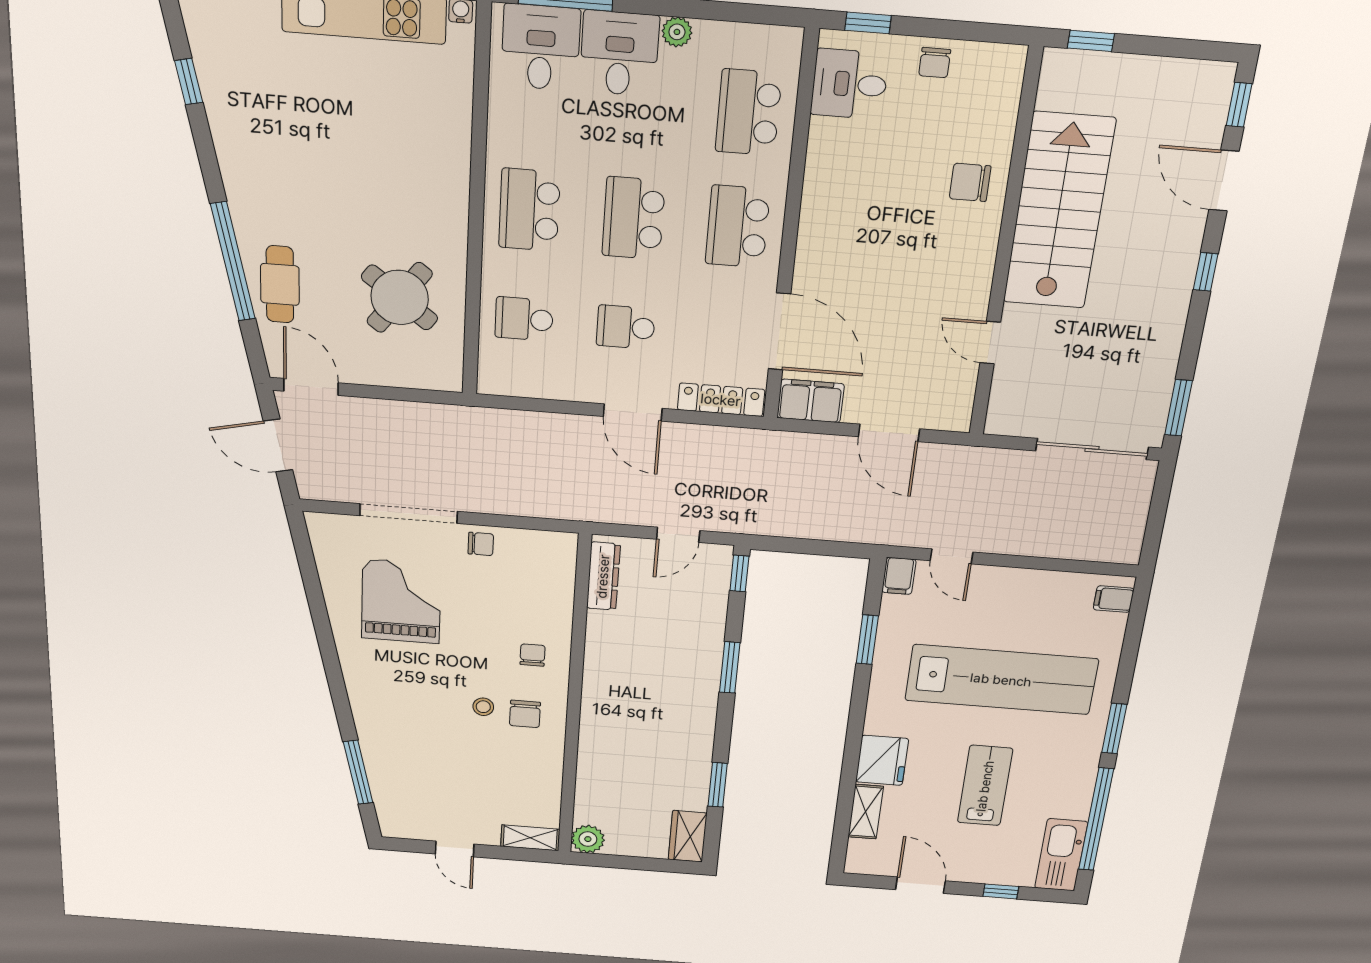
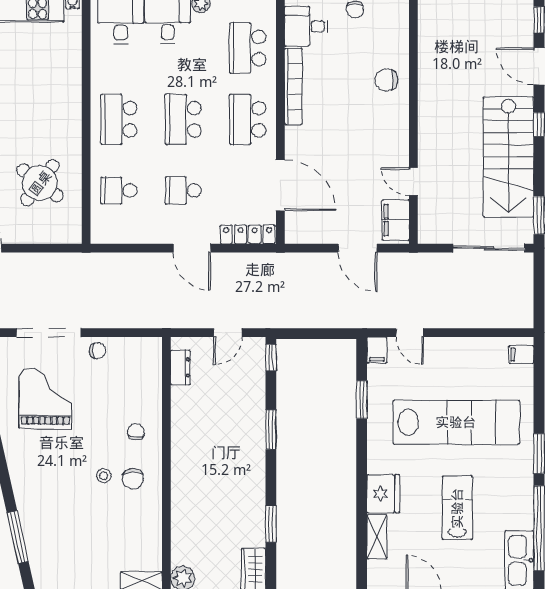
bookcase: (817, 180) -> (293, 86), added
stairs: (1059, 211) -> (509, 157), moved, turned 180
filing cabinet: (811, 401) -> (396, 220), moved, turned -90
dresser: (603, 576) -> (180, 367), width x0.70

